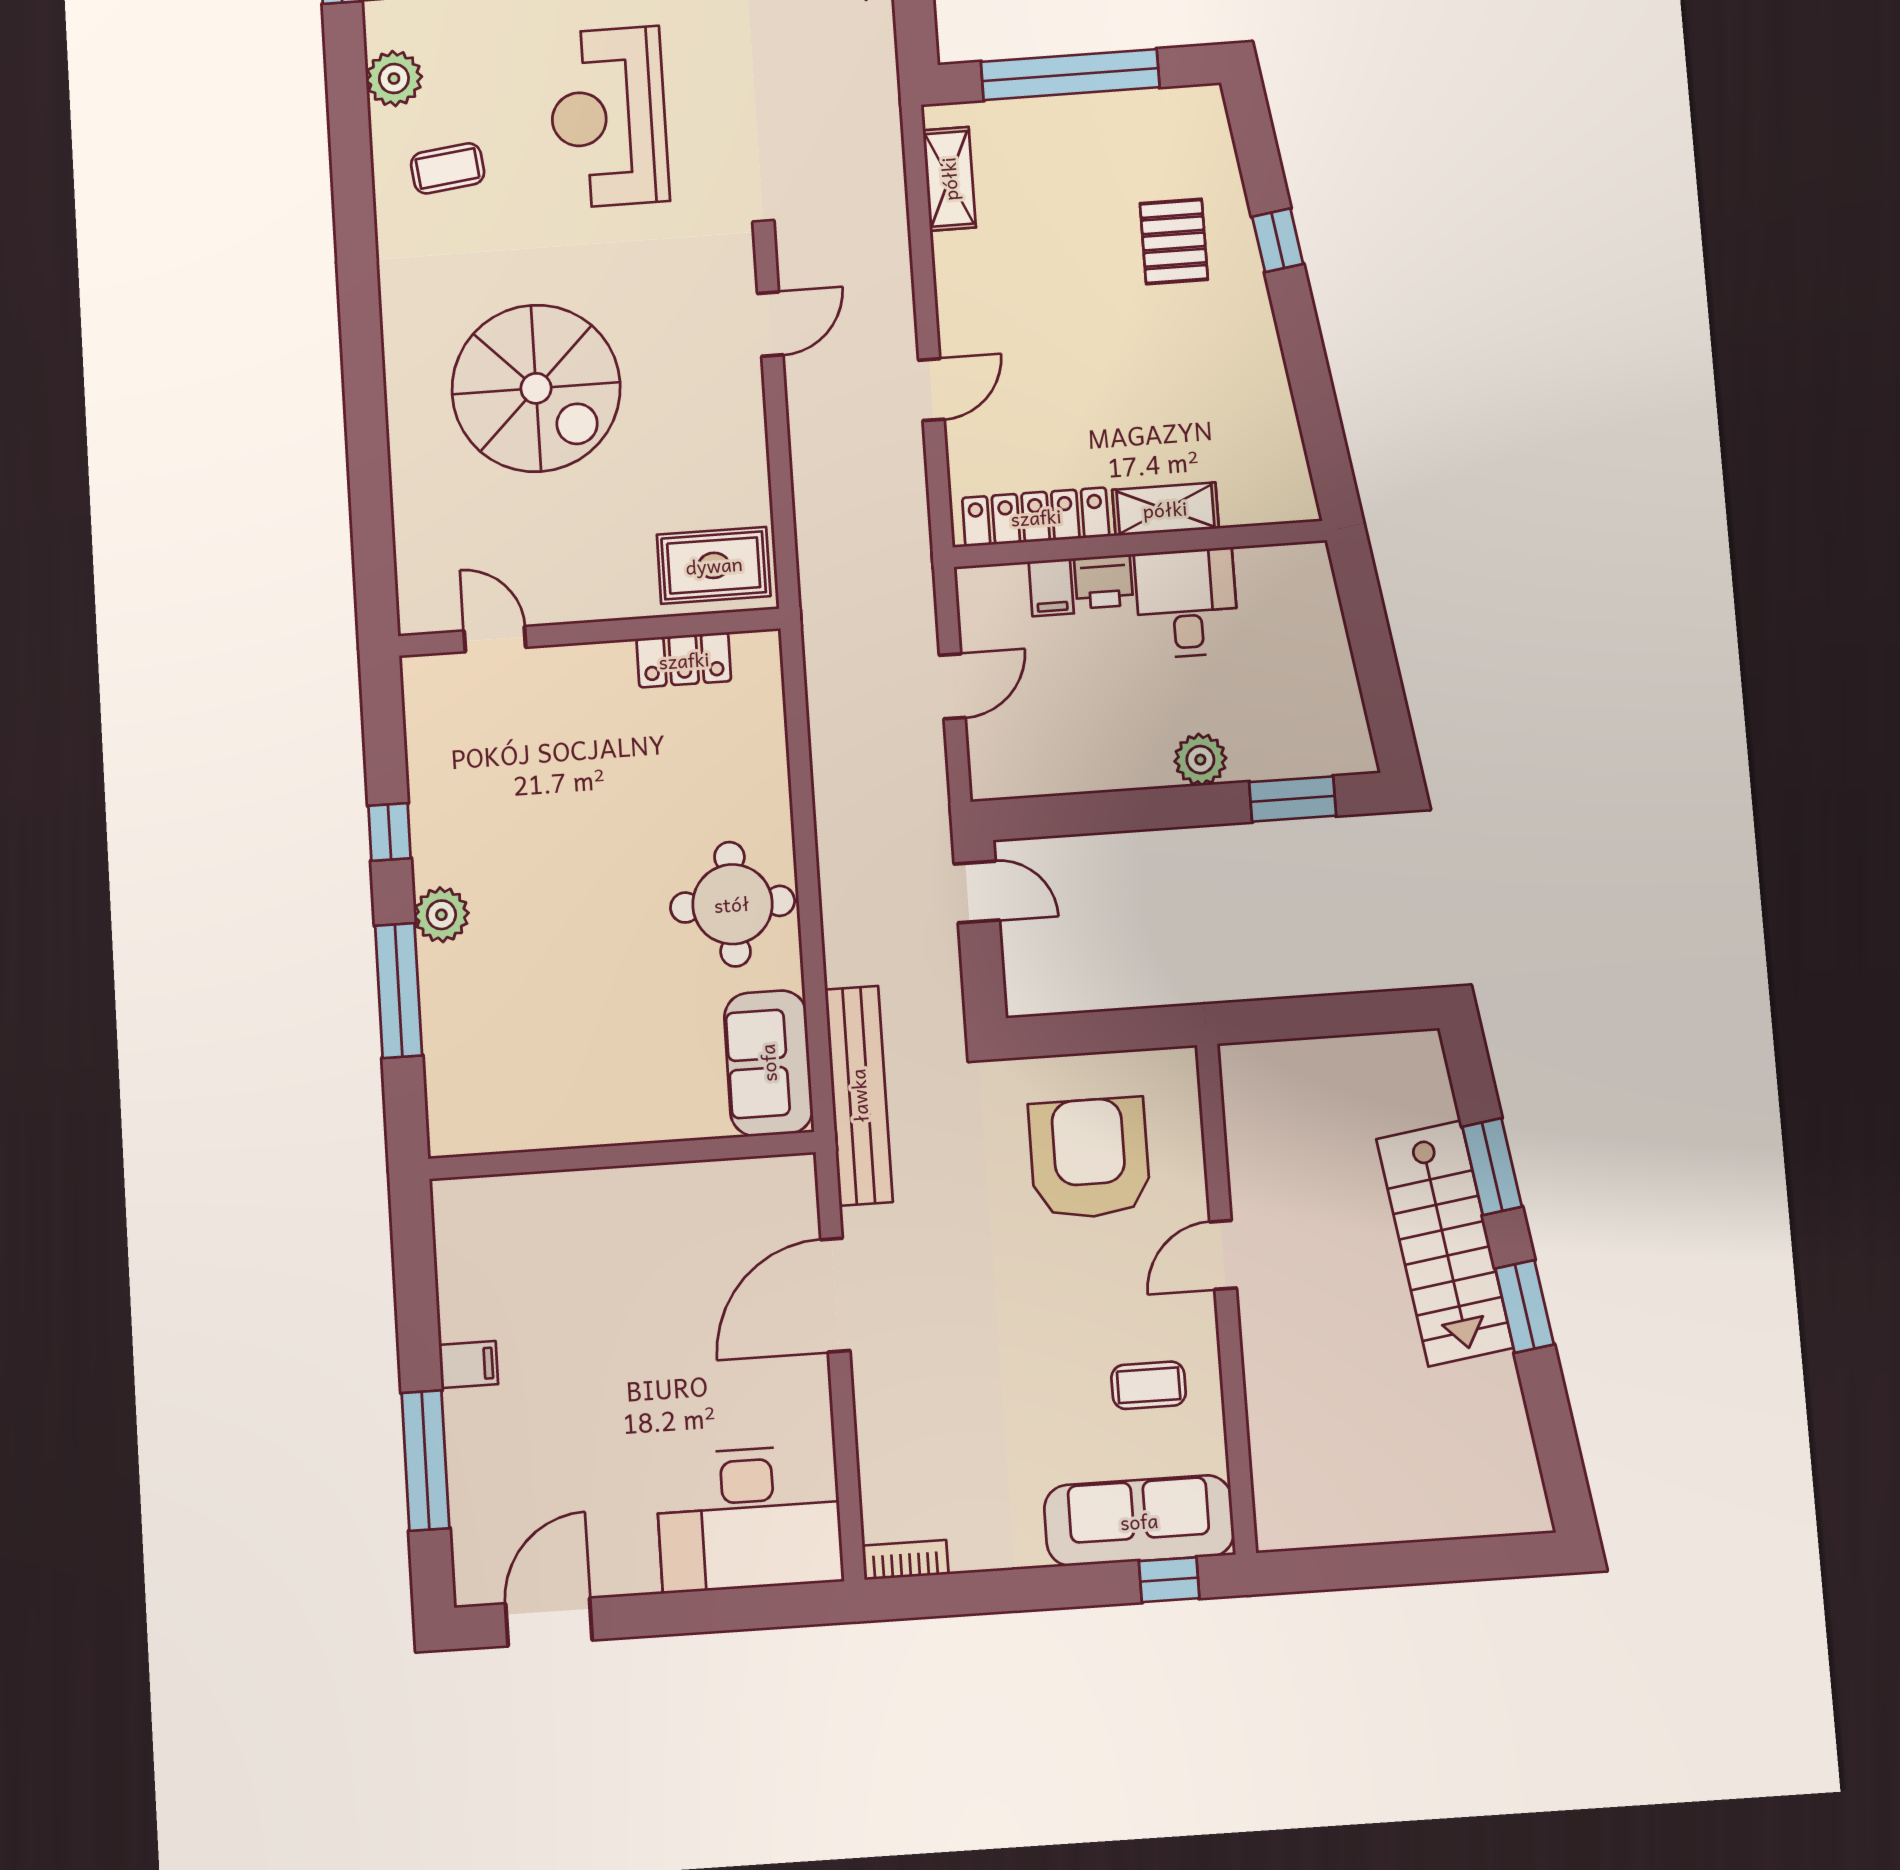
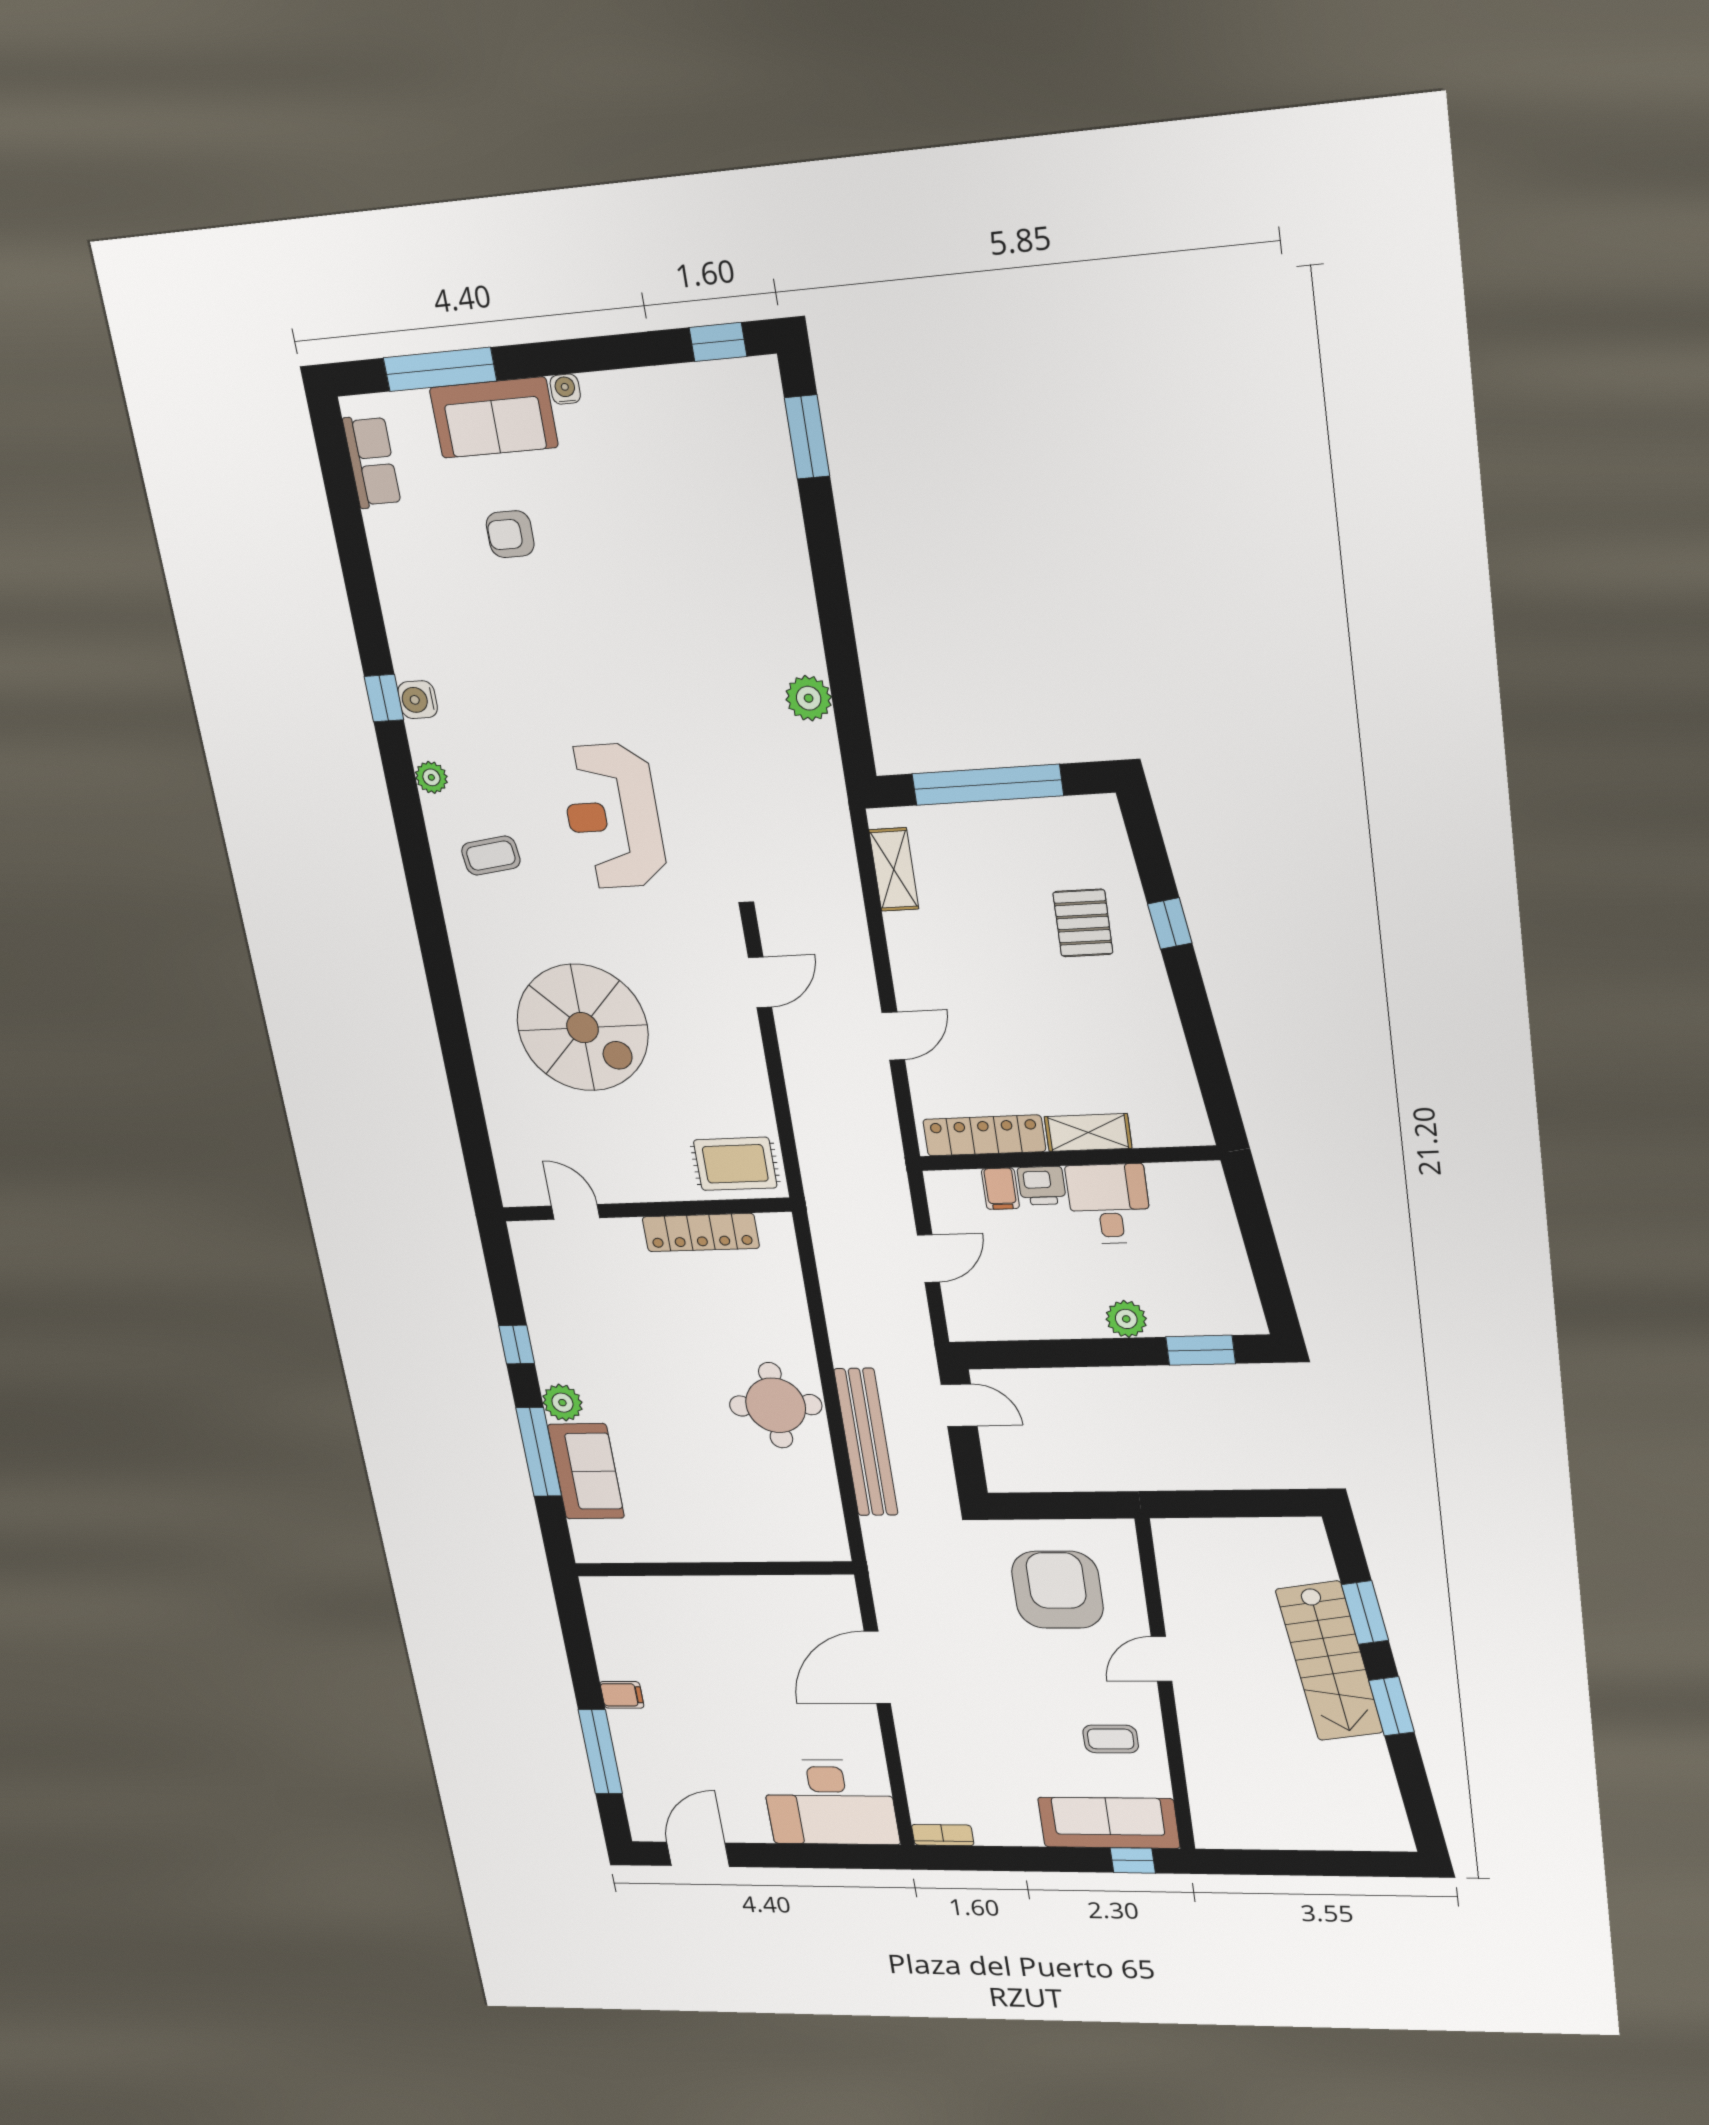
plant: (394, 79) -> (431, 777), width x0.73, depth x0.73
locker: (684, 660) -> (701, 1233), width x1.53
sofa: (768, 1063) -> (586, 1471), moved, turned 180
bench: (859, 1096) -> (866, 1442), moved

